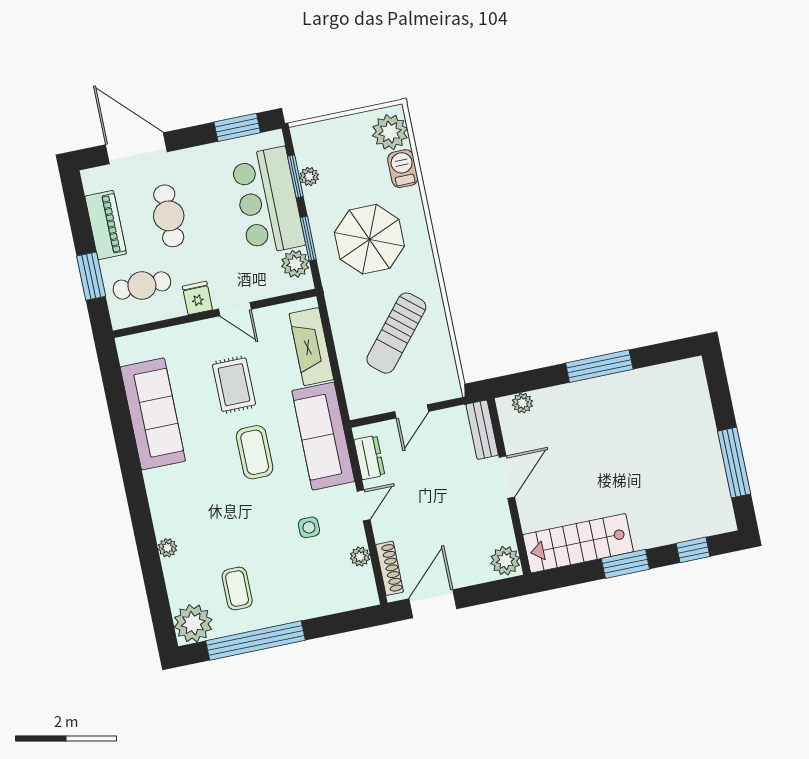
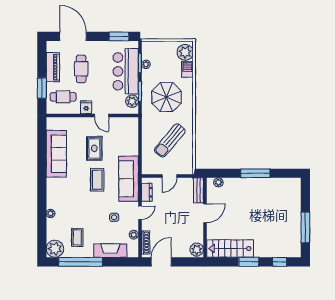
fireplace: (311, 347) -> (110, 251), moved, turned 90

